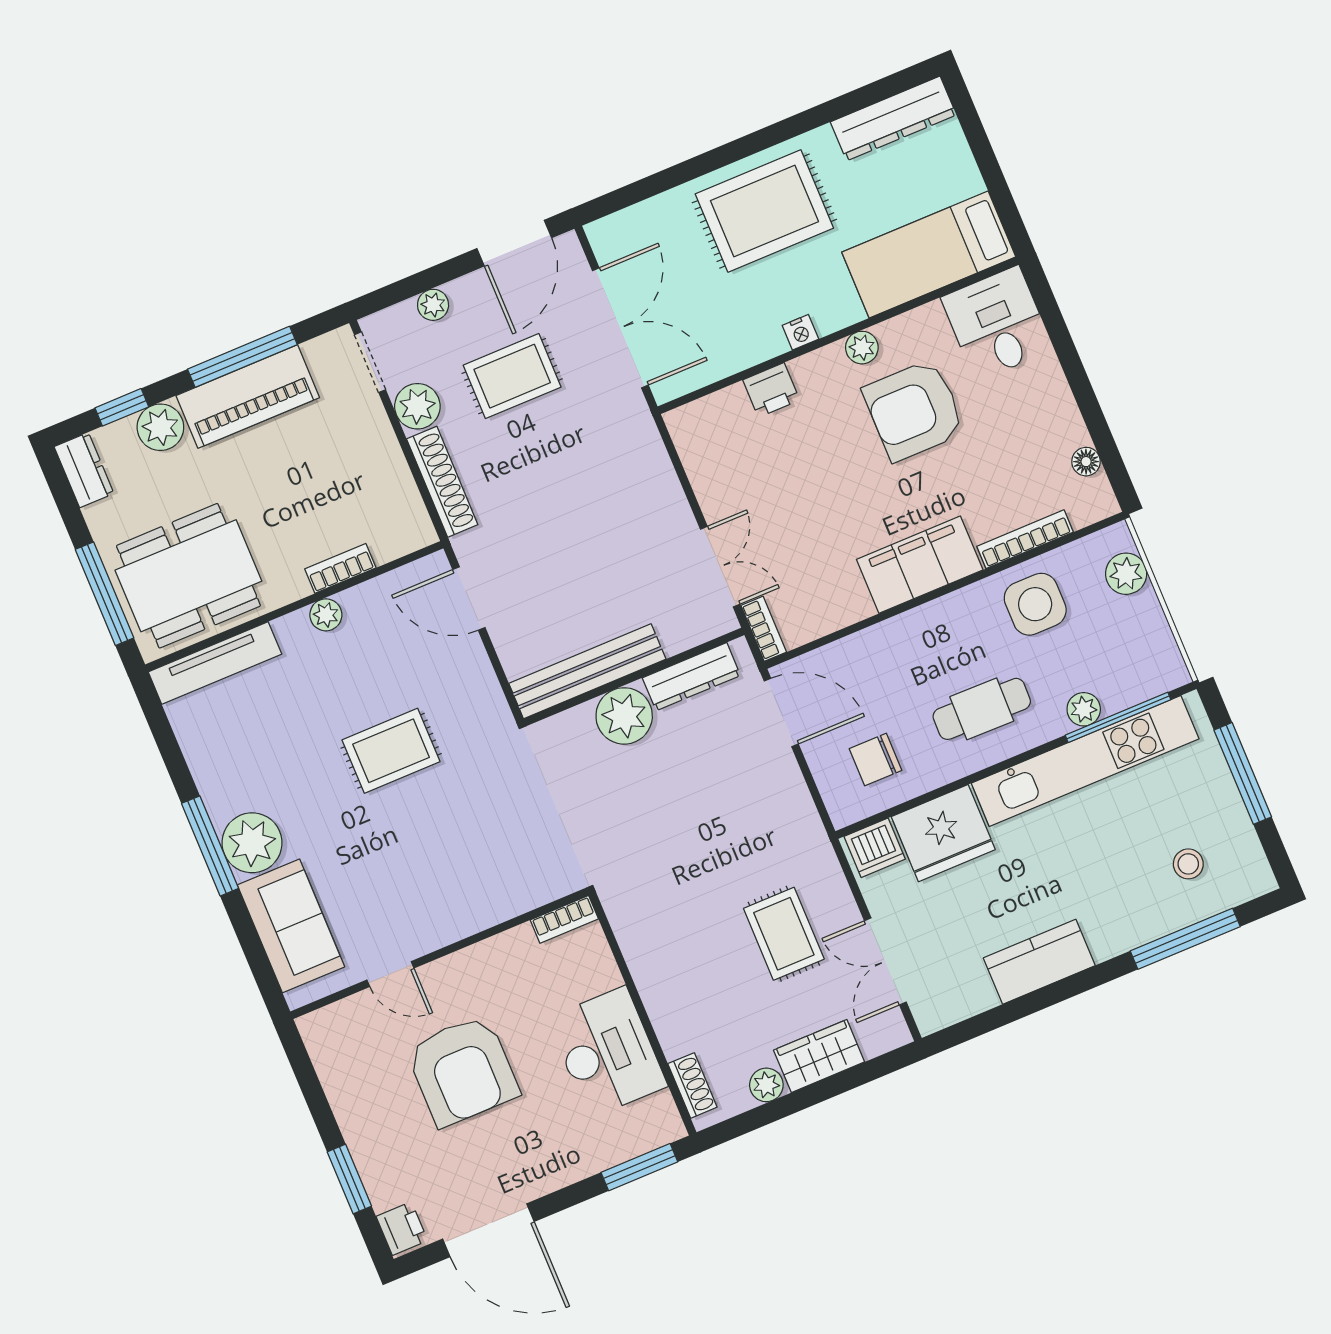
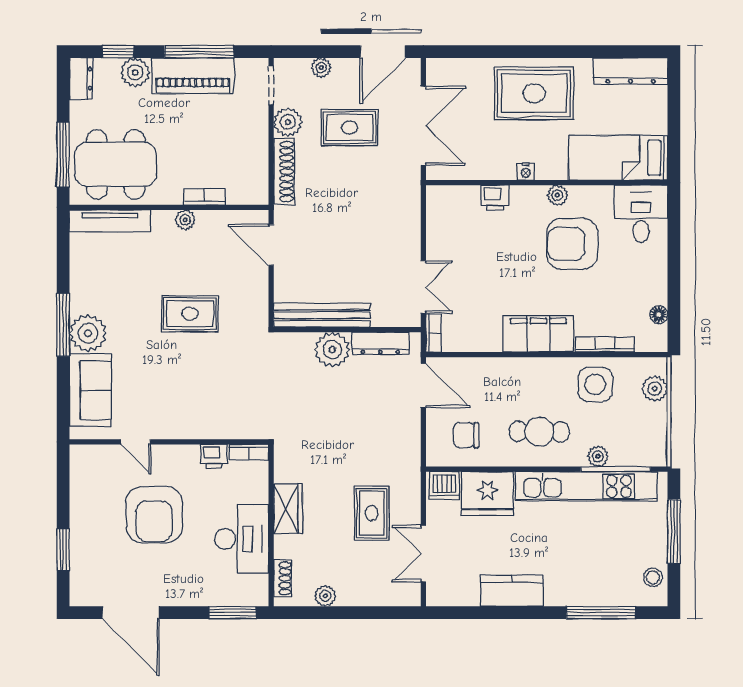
stool: (1188, 864) -> (653, 577), moved
wardrobe: (819, 1056) -> (288, 509), moved, turned 90
printer: (402, 1229) -> (214, 456), moved, turned 90

